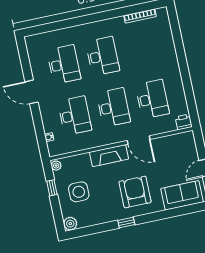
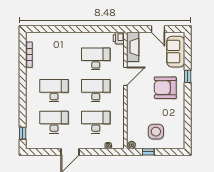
window: (42, 29) -> (23, 133), added
fireplace: (109, 156) -> (133, 47), moved
window: (126, 222) -> (188, 76), moved
plant: (70, 224) -> (179, 143), removed

